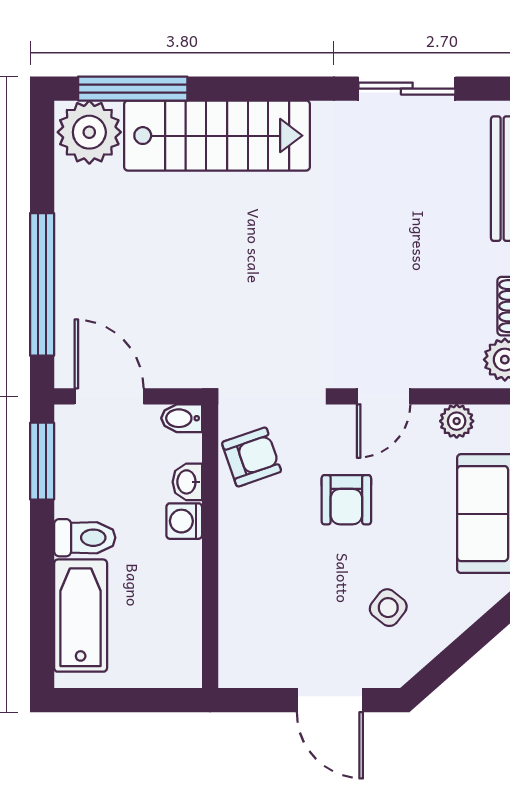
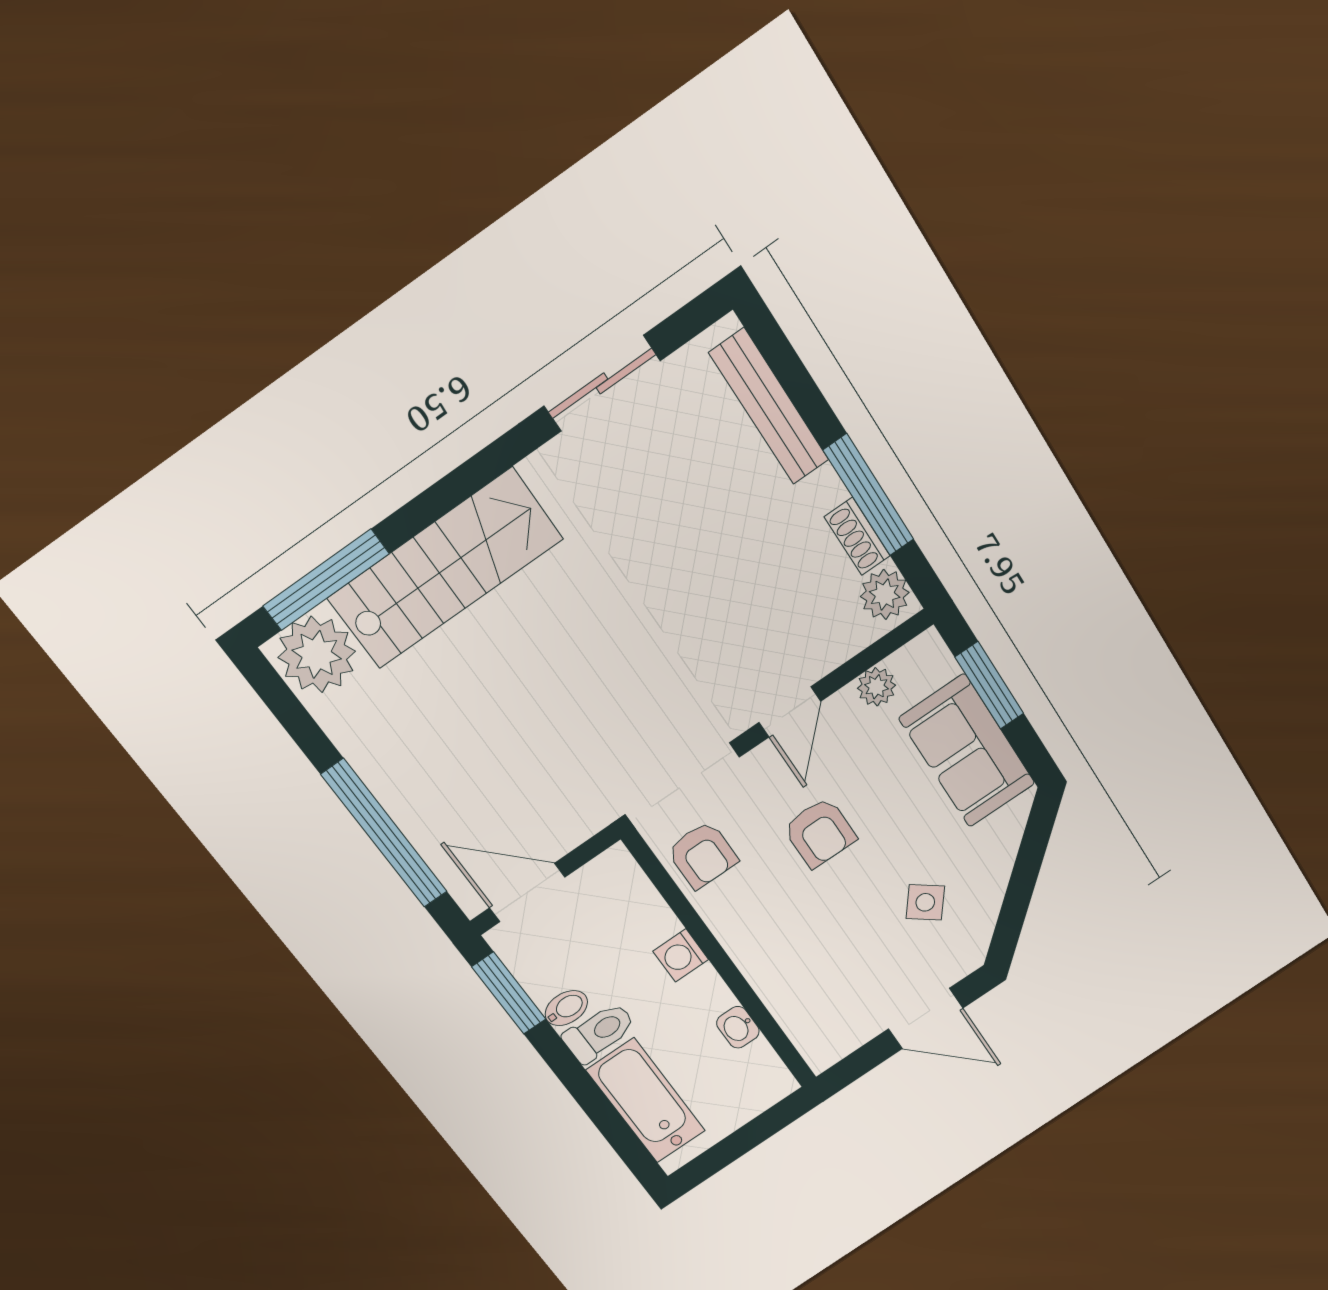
bidet: (182, 418) -> (566, 1008), moved, turned 180
armchair: (252, 457) -> (702, 855), turned 109
washbasin: (187, 482) -> (738, 1027), moved

